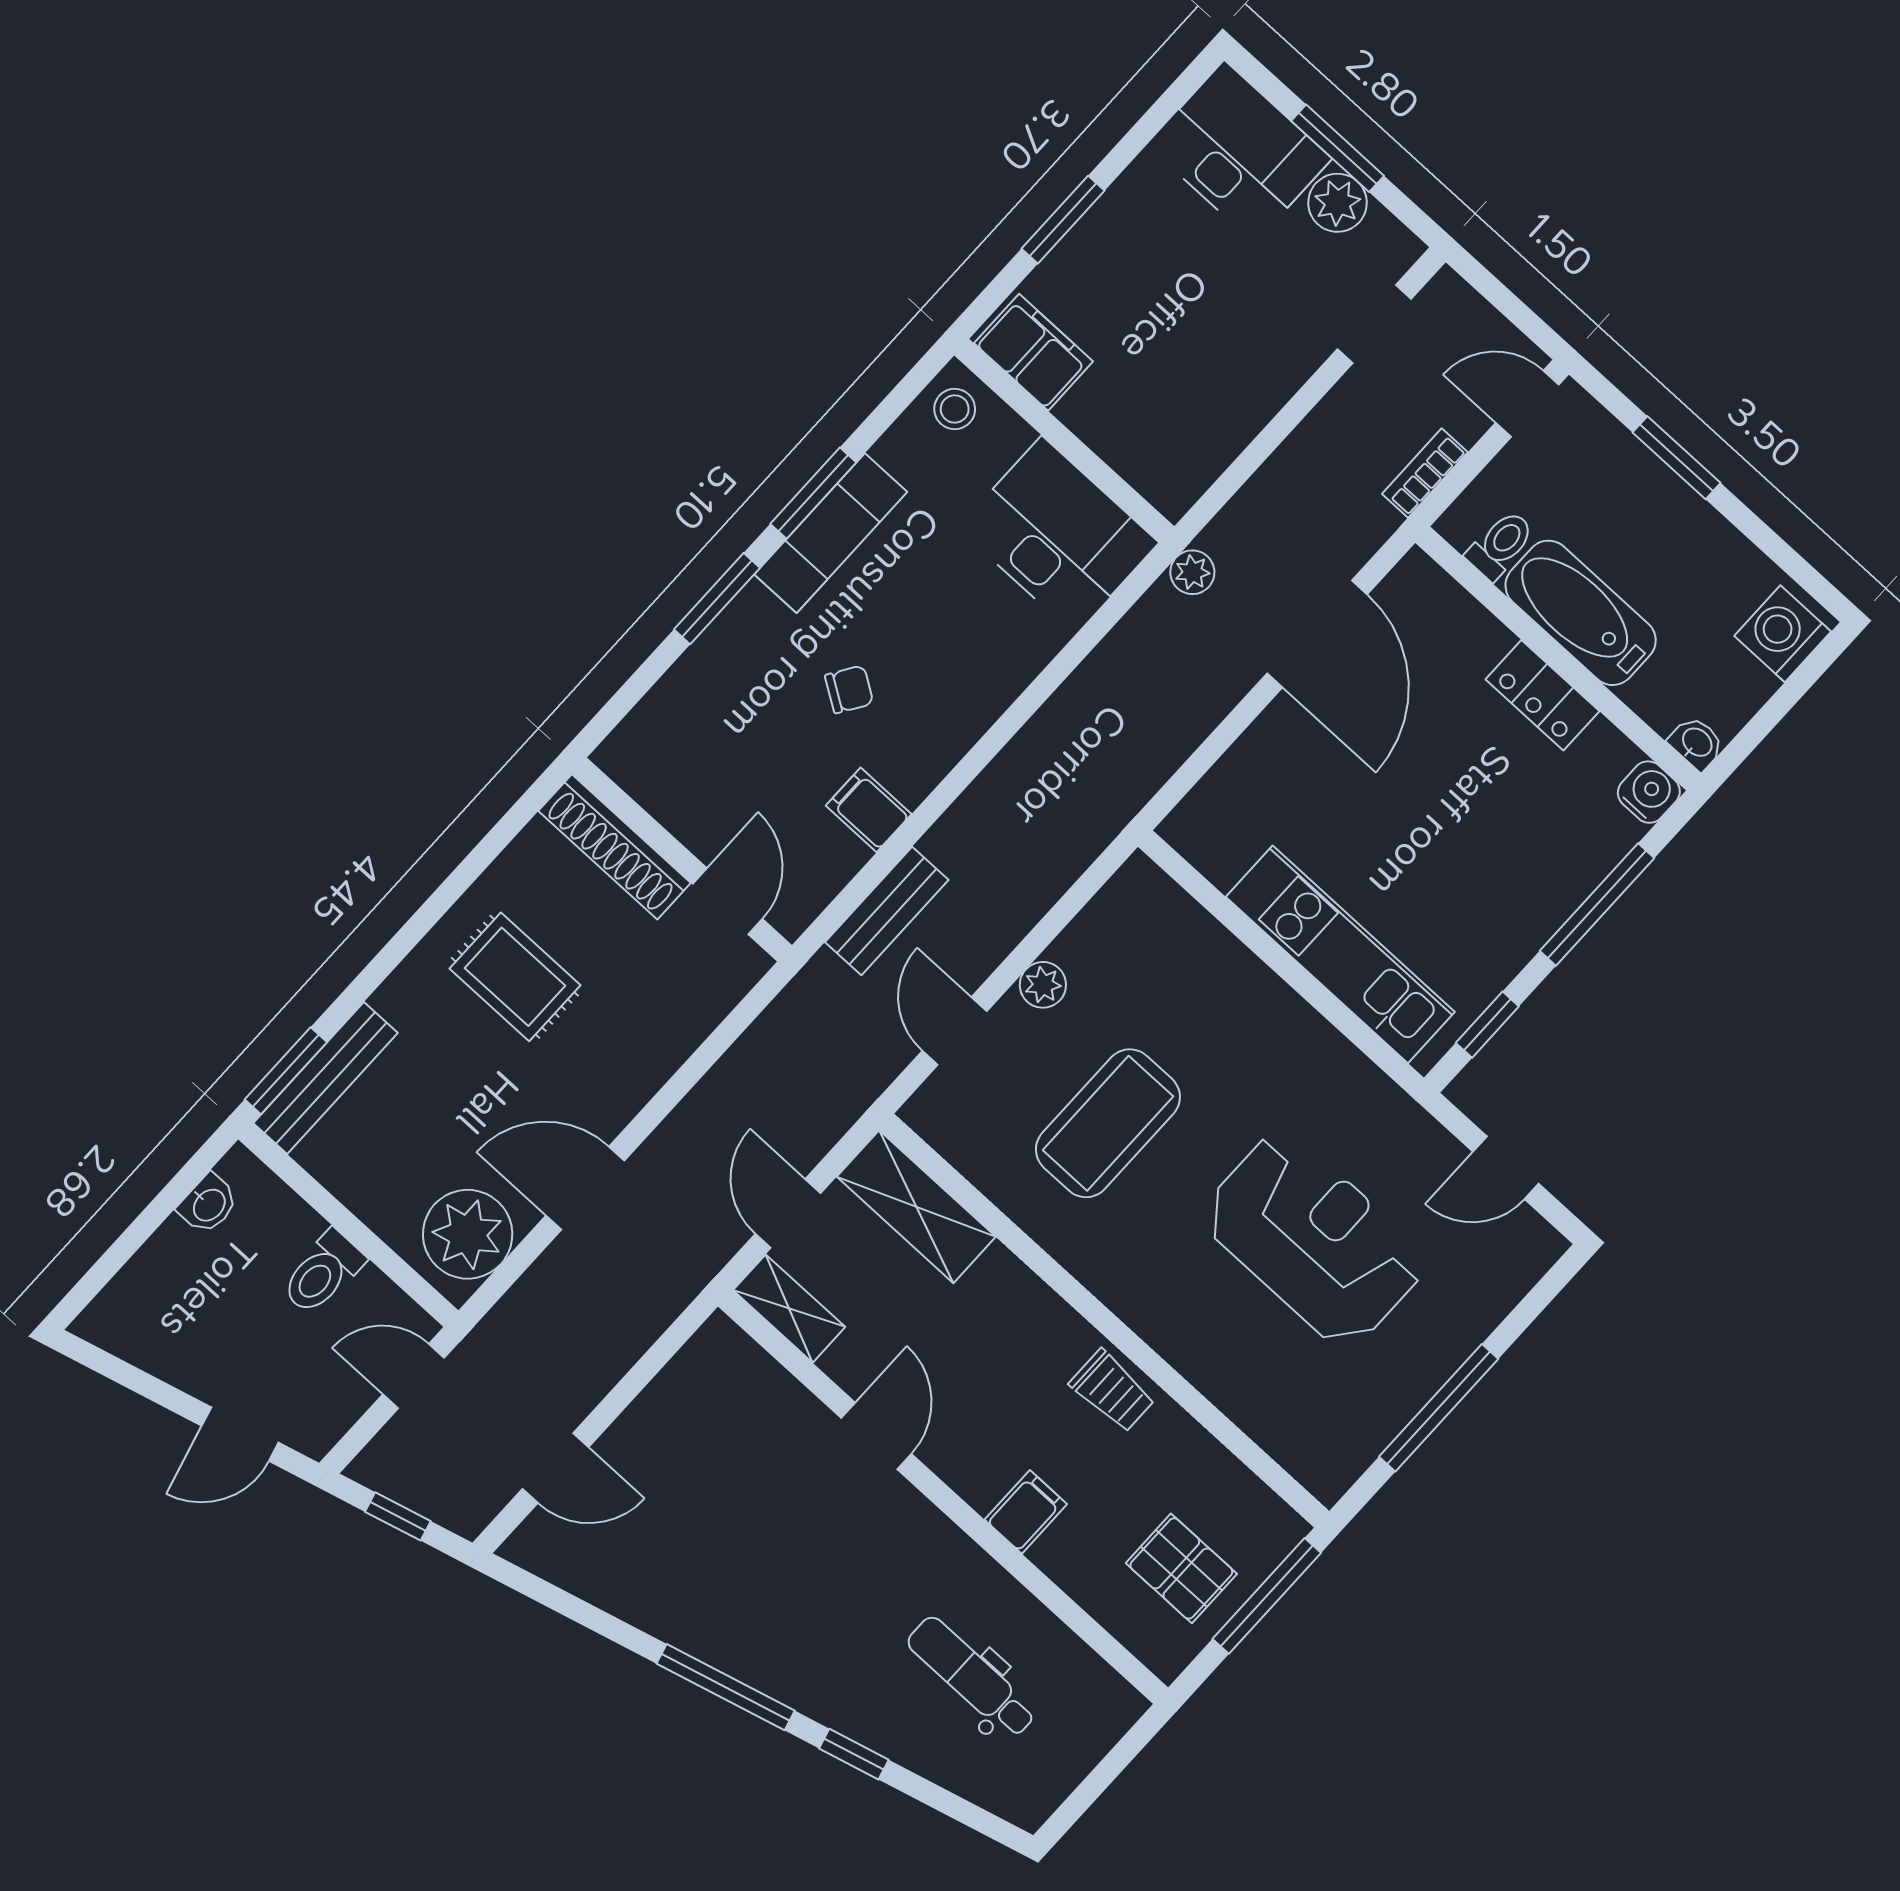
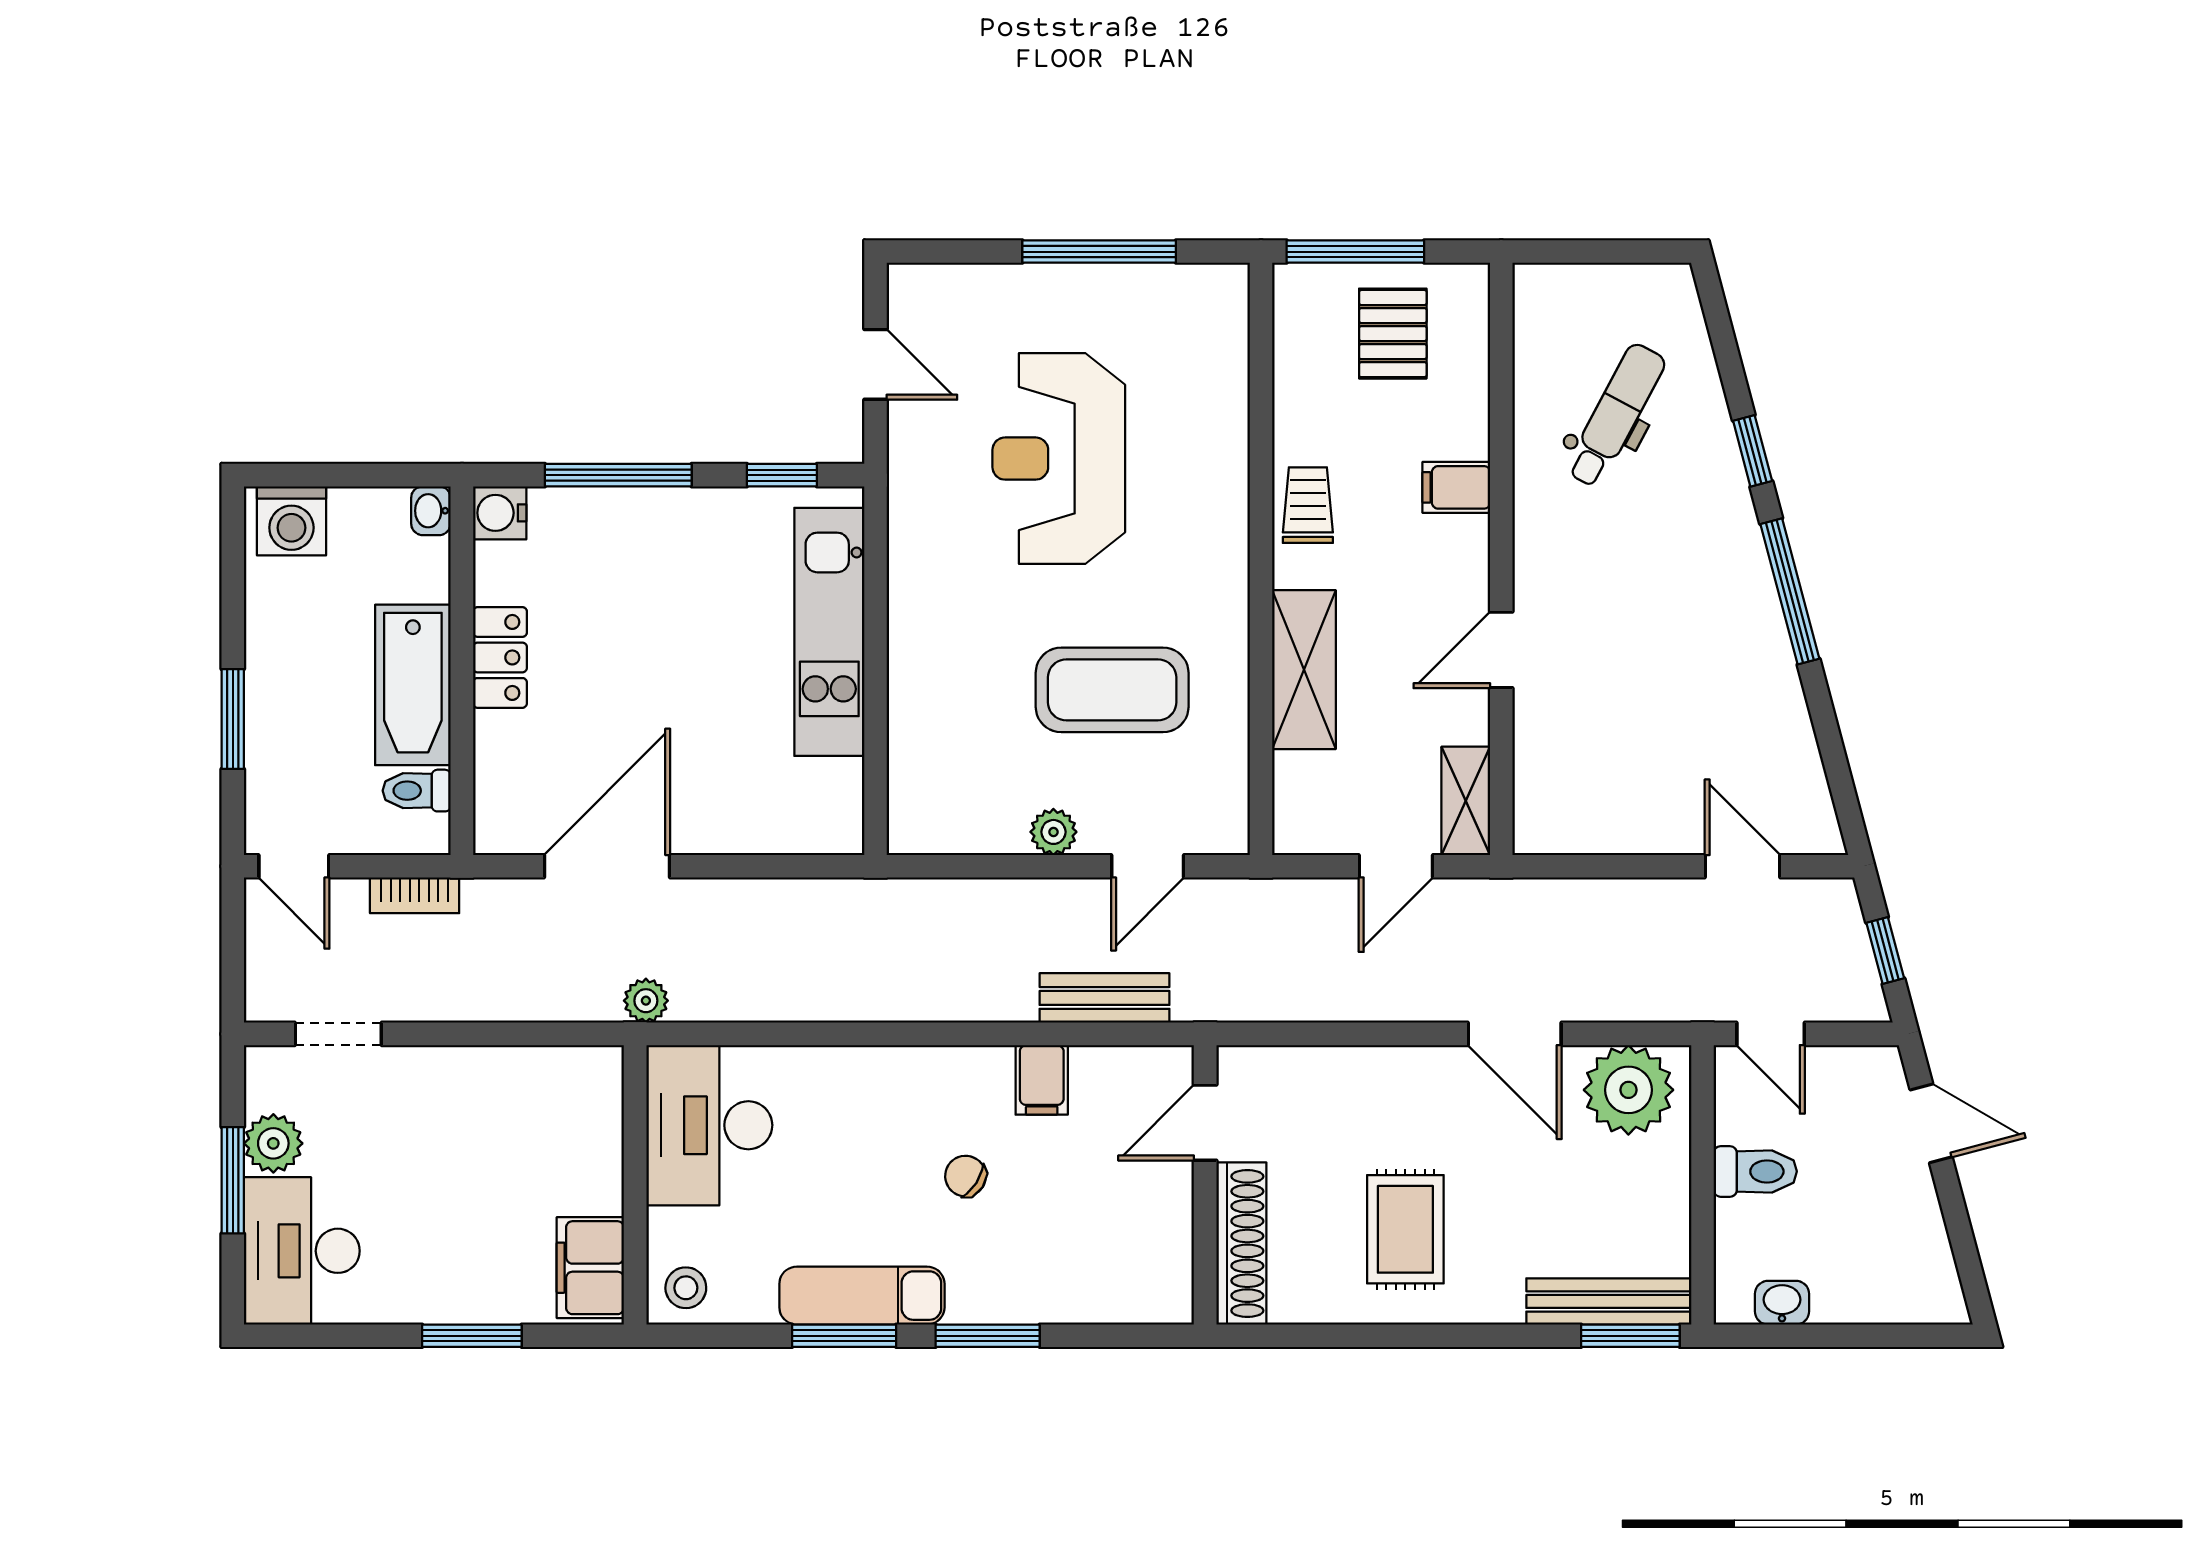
shelving: (916, 1207) -> (1304, 670), moved
dental chair: (972, 1677) -> (1616, 415), turned -152

